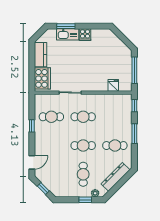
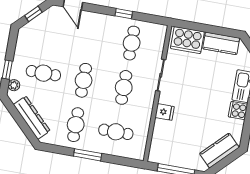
kitchen counter: (115, 43) -> (219, 150), added
fridge: (113, 85) -> (165, 112), moved
window: (134, 106) -> (126, 162), removed
cafe table: (115, 117) -> (116, 132), added

